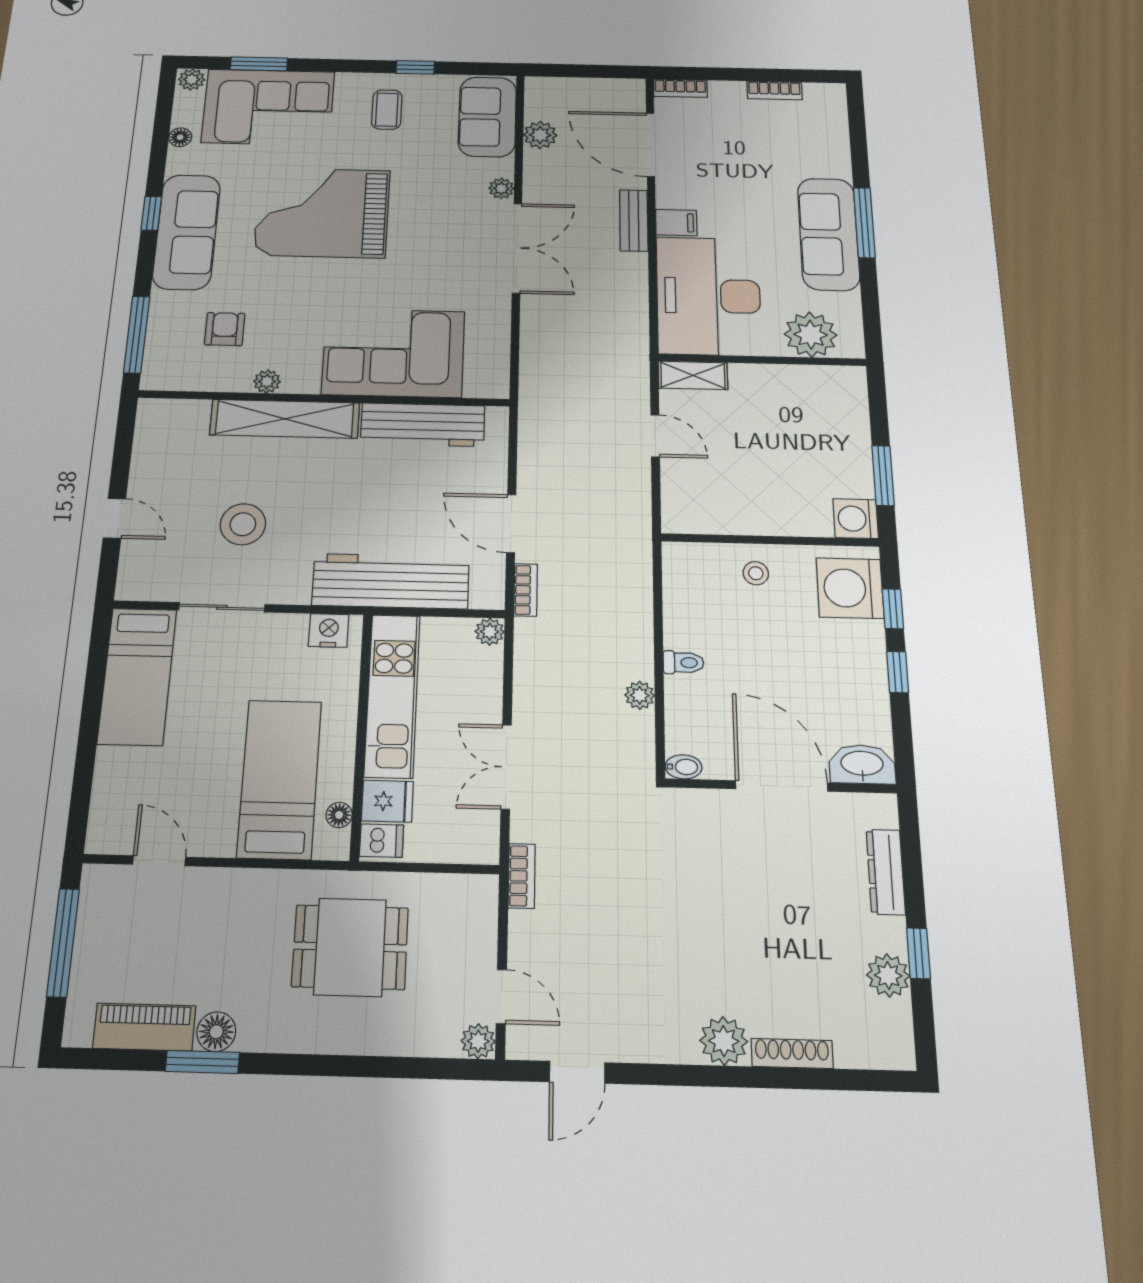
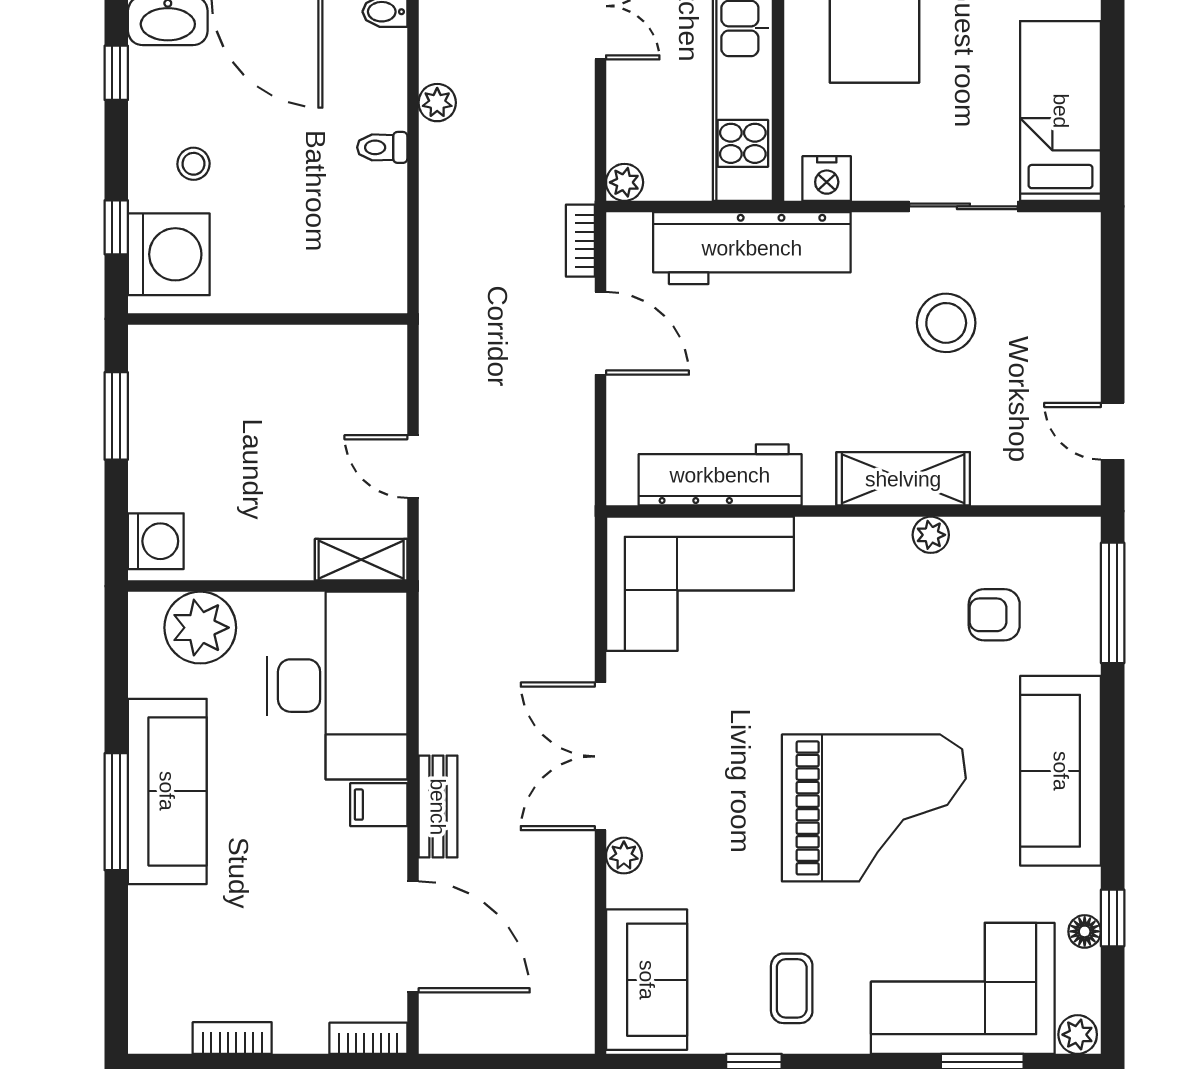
plant: (540, 135) -> (570, 949), removed
window: (151, 213) -> (1113, 918), moved
armchair: (225, 329) -> (994, 615), turned 90
corner sofa: (393, 353) -> (700, 584), moved
shelving: (285, 419) -> (903, 479), width x0.68
door: (114, 518) -> (1113, 431), moved
washing machine: (856, 519) -> (156, 541), moved
stool: (756, 573) -> (194, 164), moved
window: (898, 672) -> (116, 73), moved

